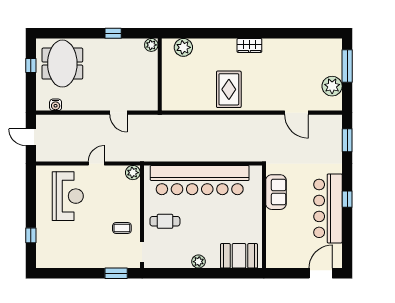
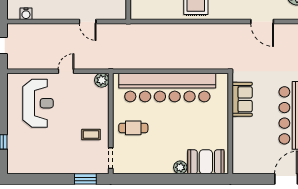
plant: (198, 262) -> (180, 167), moved

